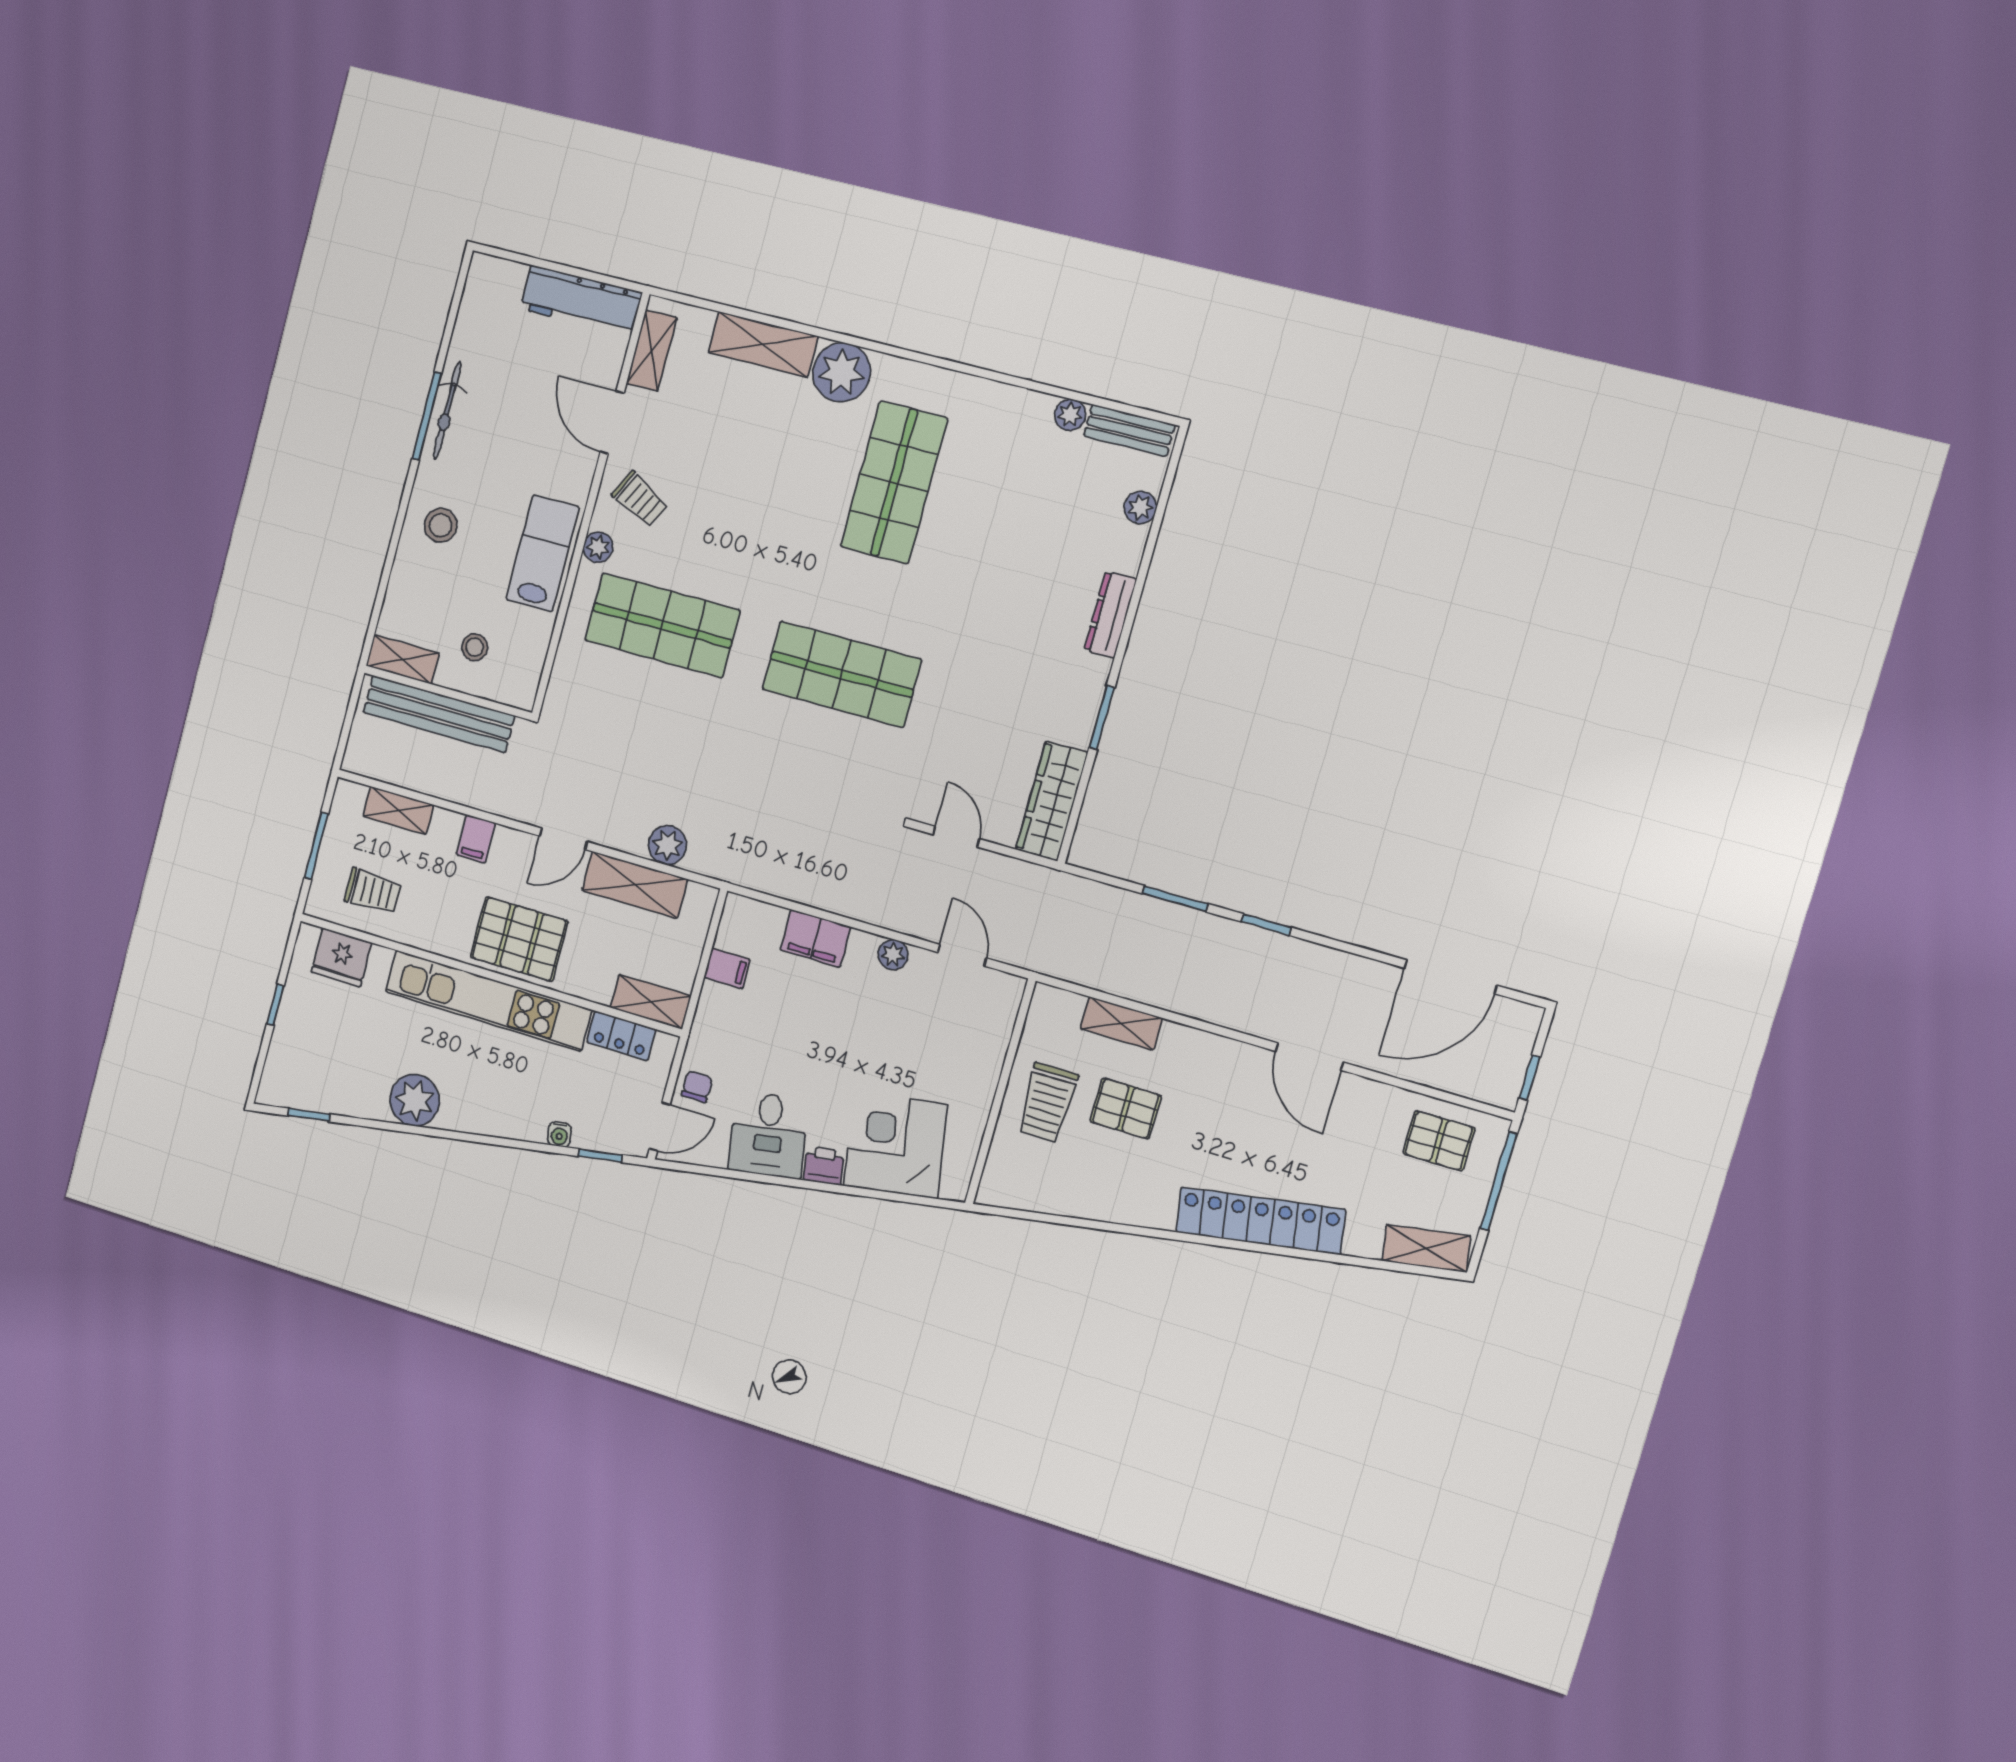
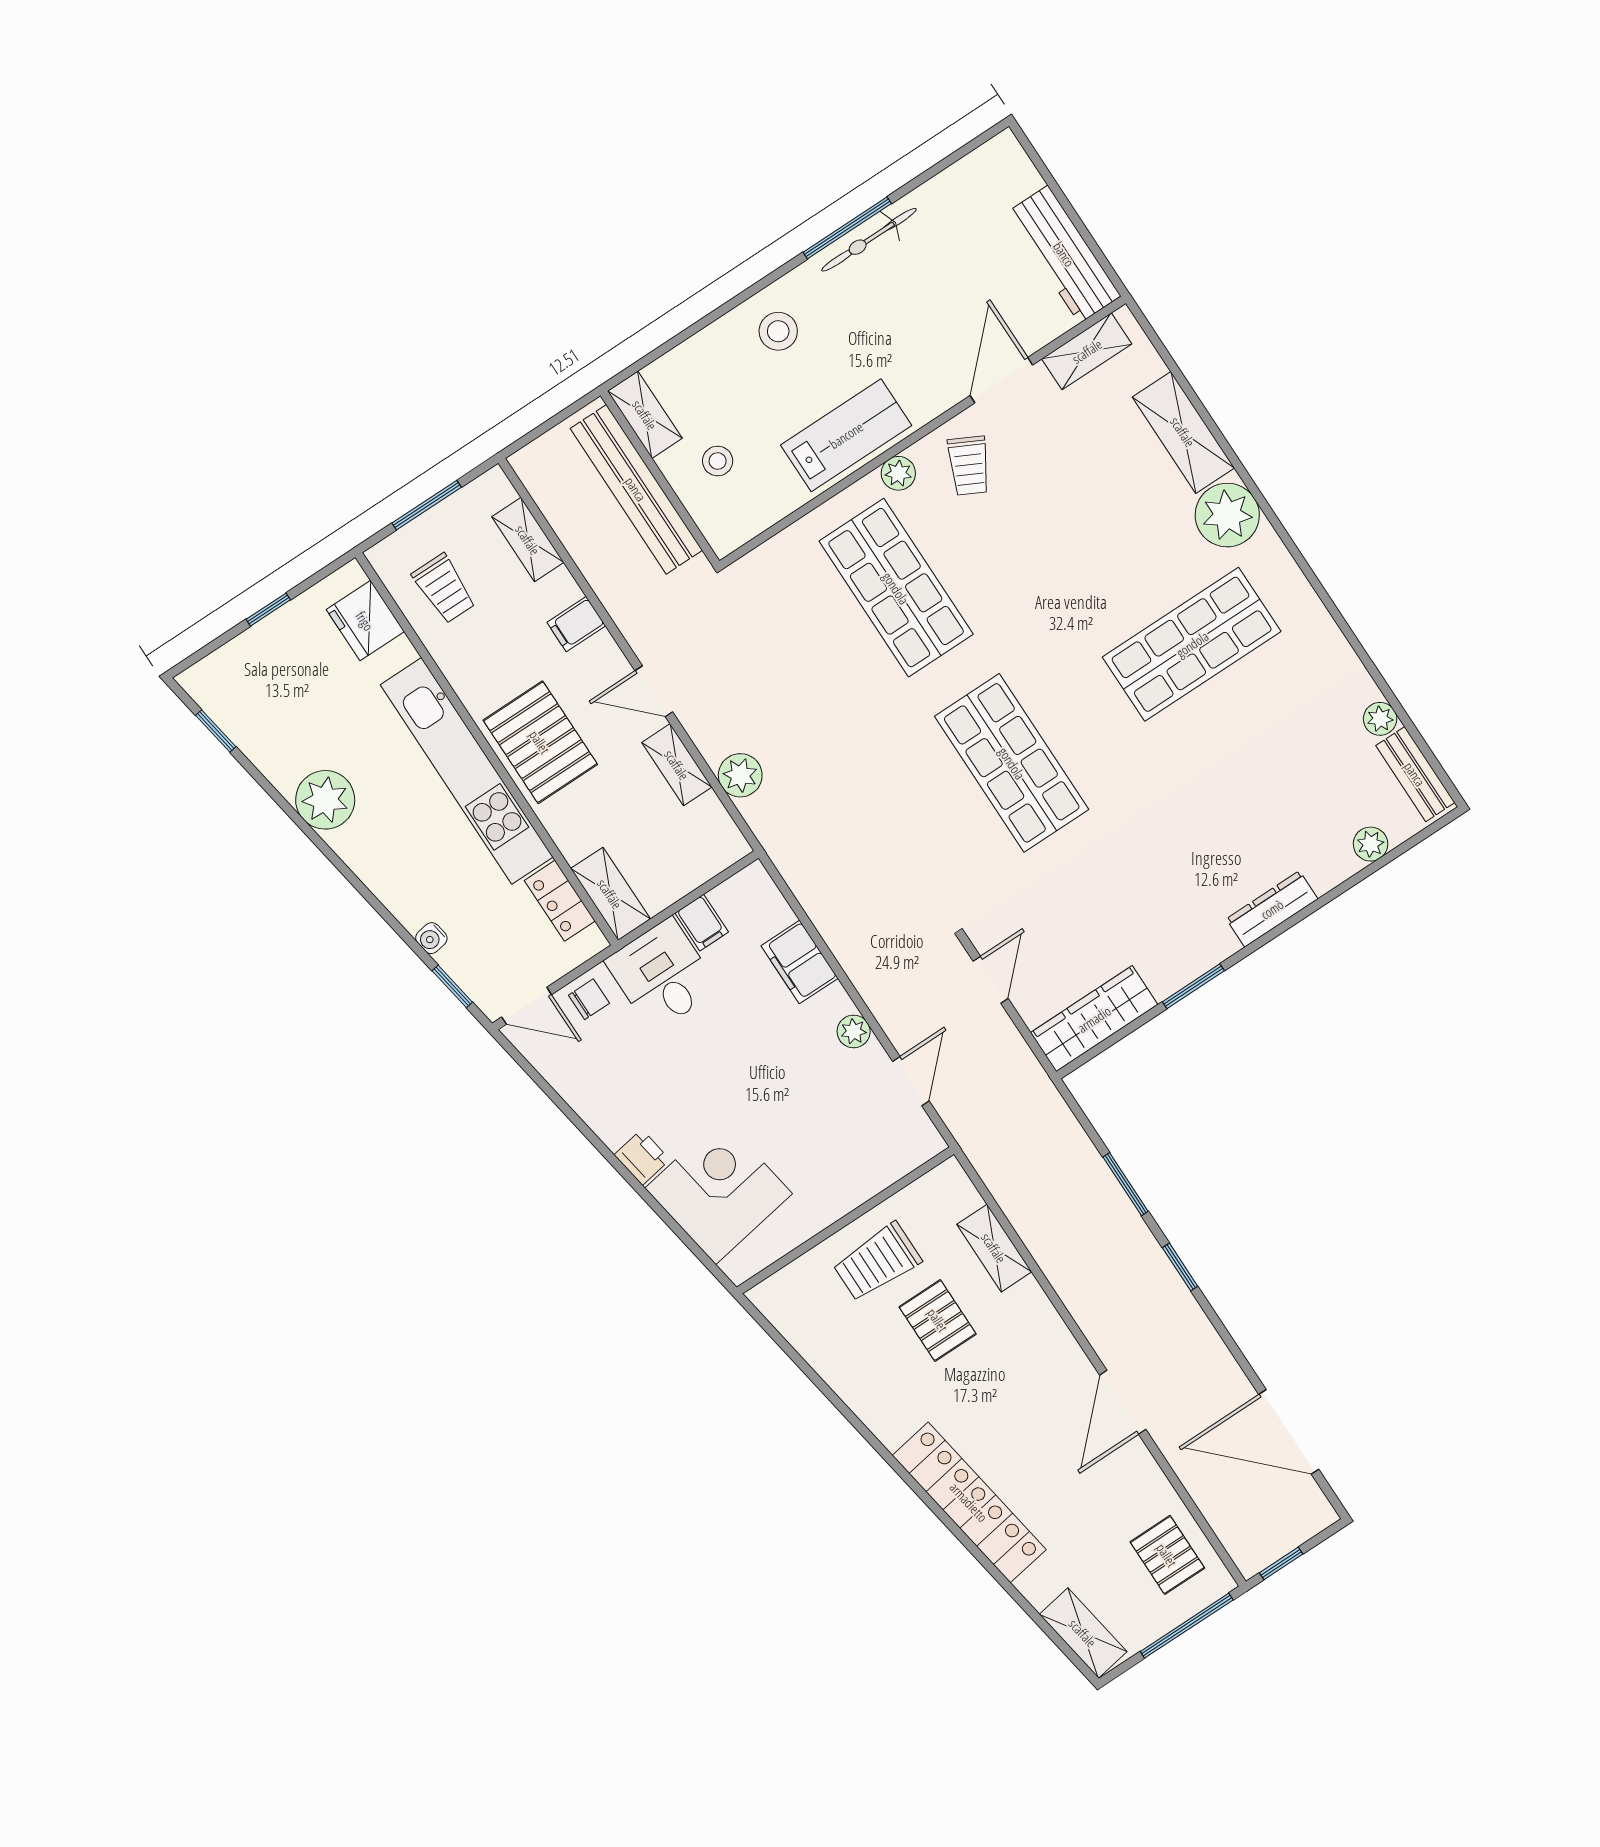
shelving: (635, 885) -> (677, 765), width x0.67, depth x0.75
desk: (768, 1135) -> (662, 975), moved, turned 99

